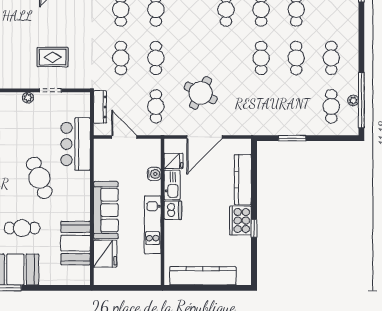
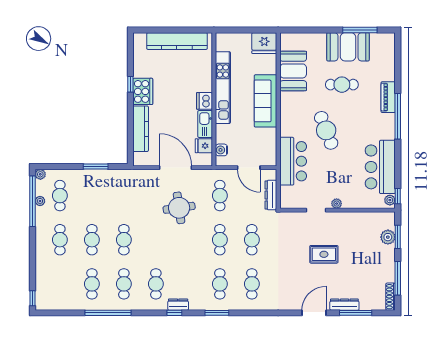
rug: (53, 57) -> (324, 254), moved
round table: (201, 93) -> (179, 208), turned -36
plant: (353, 130) -> (40, 174), added
door: (204, 137) -> (176, 168), hinge flipped
water cooler: (154, 174) -> (221, 150), moved
kitchen unit: (153, 225) -> (223, 88), width x1.36
fridge: (105, 254) -> (264, 43), moved, turned -90

